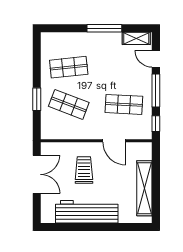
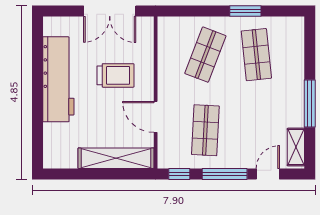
window: (37, 99) -> (245, 11), moved
door: (114, 141) -> (156, 117), hinge flipped
shelving: (144, 188) -> (116, 158), moved

